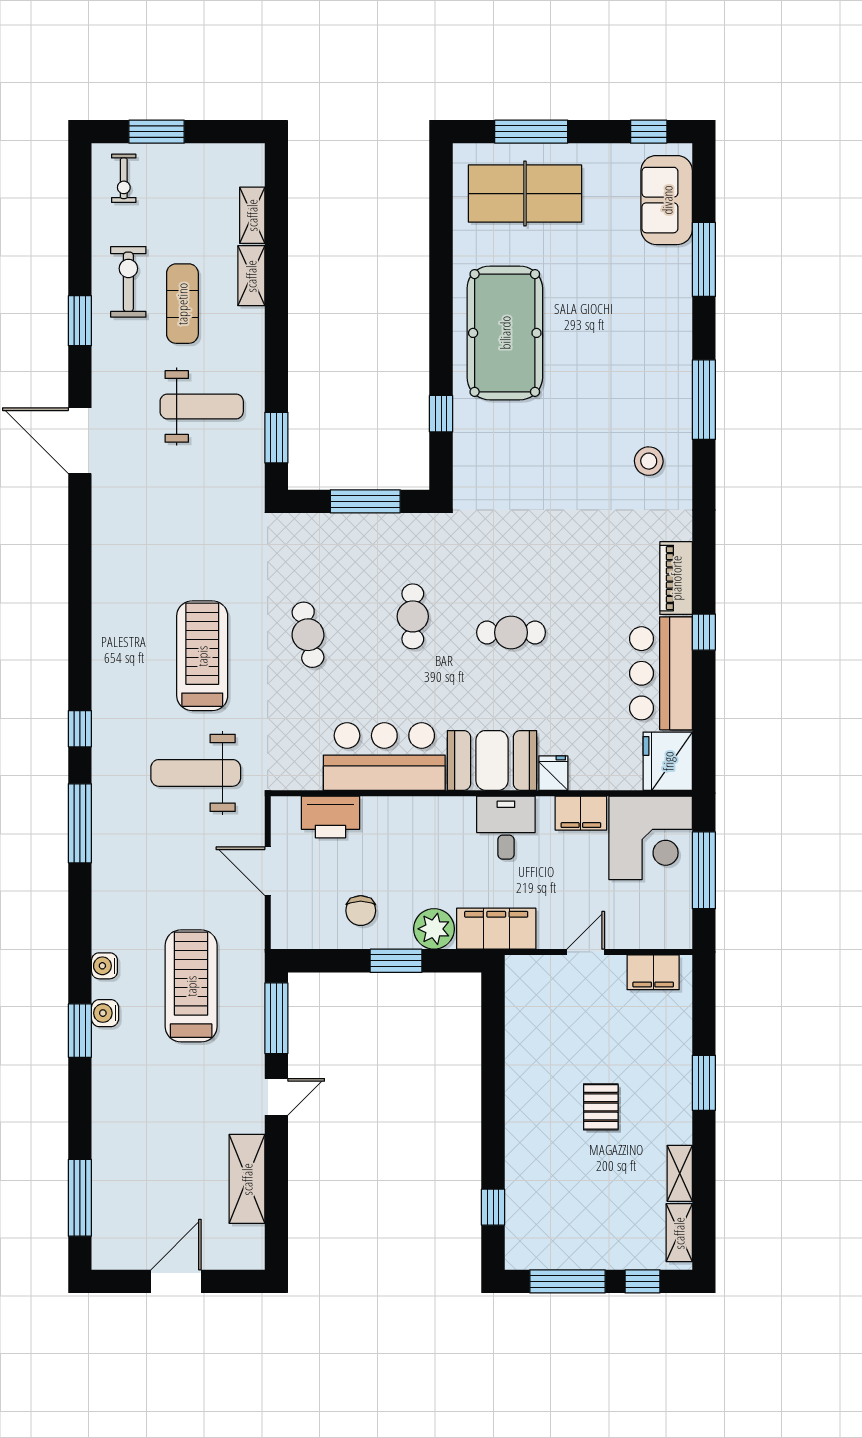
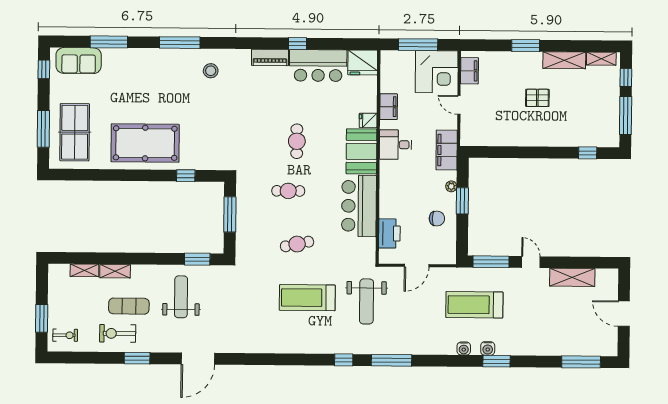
corner desk: (651, 838) -> (437, 72), moved, turned 90
plant: (434, 929) -> (451, 186), width x0.53, depth x0.53
shelving: (680, 1173) -> (564, 60), width x1.50, depth x1.33

